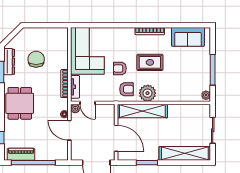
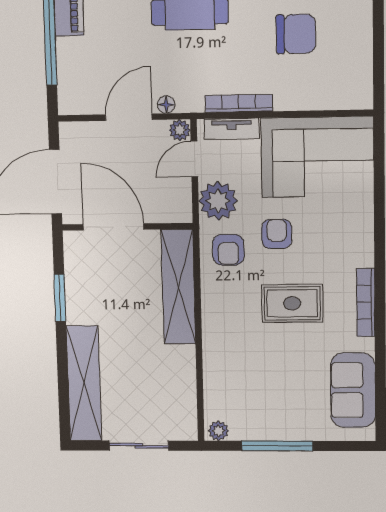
rug: (150, 62) -> (292, 303), turned 90
plant: (148, 93) -> (218, 201), moved
door: (116, 138) -> (113, 227), swing flipped

